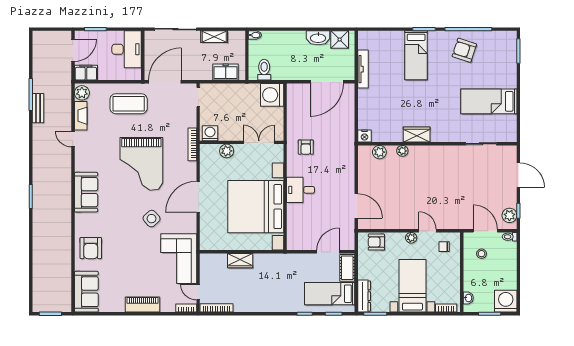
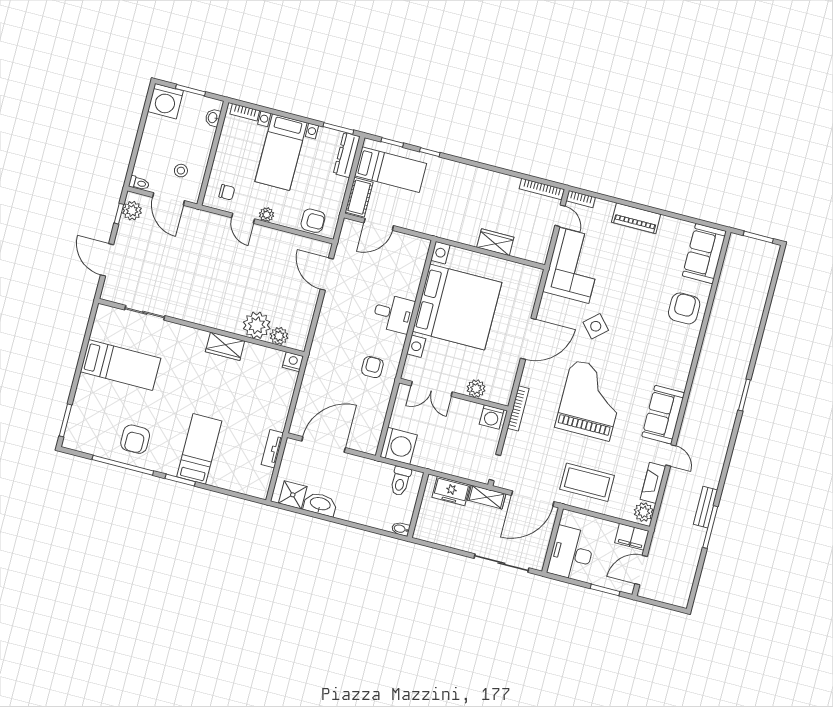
shelving: (214, 37) -> (487, 497), moved
armchair: (464, 50) -> (135, 439), turned 72
tv unit: (363, 69) -> (272, 449), width x0.71
plant: (402, 151) -> (257, 325), width x1.88, depth x1.88
sofa: (86, 192) -> (663, 415), moved

